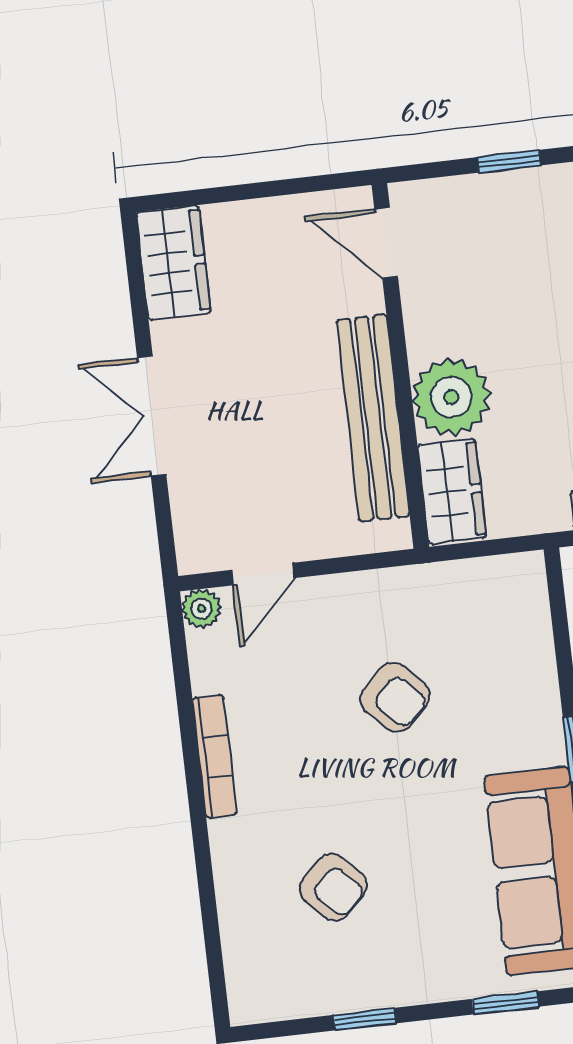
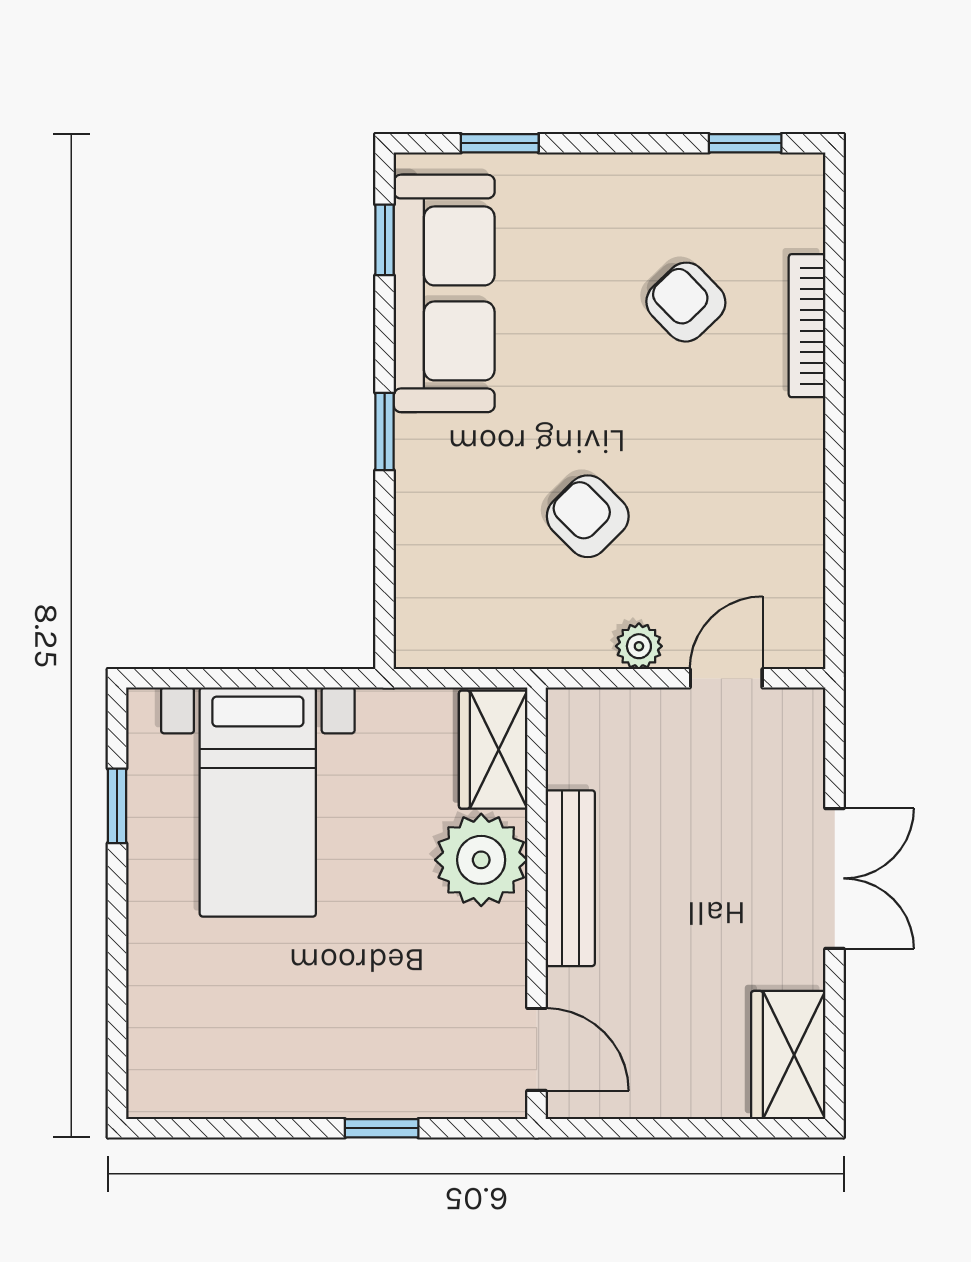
bench: (373, 418) -> (570, 878), width x0.73, depth x0.82
plant: (201, 609) -> (639, 646), moved
bookcase: (215, 756) -> (807, 326), moved
window: (365, 1019) -> (745, 143), moved

